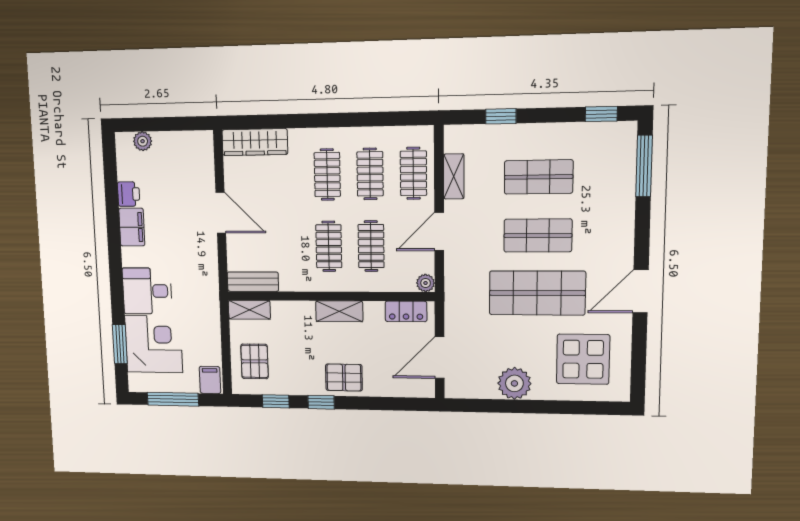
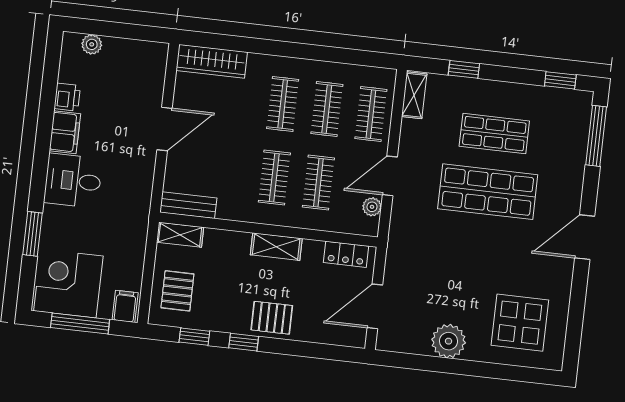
shelving: (454, 176) -> (414, 95), moved
door: (221, 213) -> (165, 129), hinge flipped
shop shelf: (538, 235) -> (488, 192), width x1.43, depth x1.36
plant: (426, 283) -> (372, 207), moved
desk: (147, 291) -> (73, 181), moved
door: (640, 291) -> (585, 237), moved
shop shelf: (537, 293) -> (481, 250), removed
window: (120, 344) -> (32, 234), moved
corner desk: (154, 344) -> (68, 283), moved, turned -90

